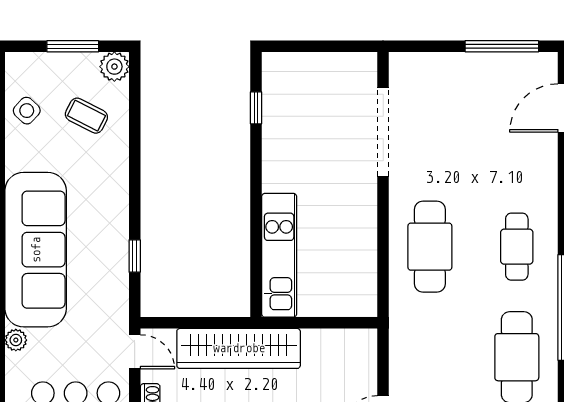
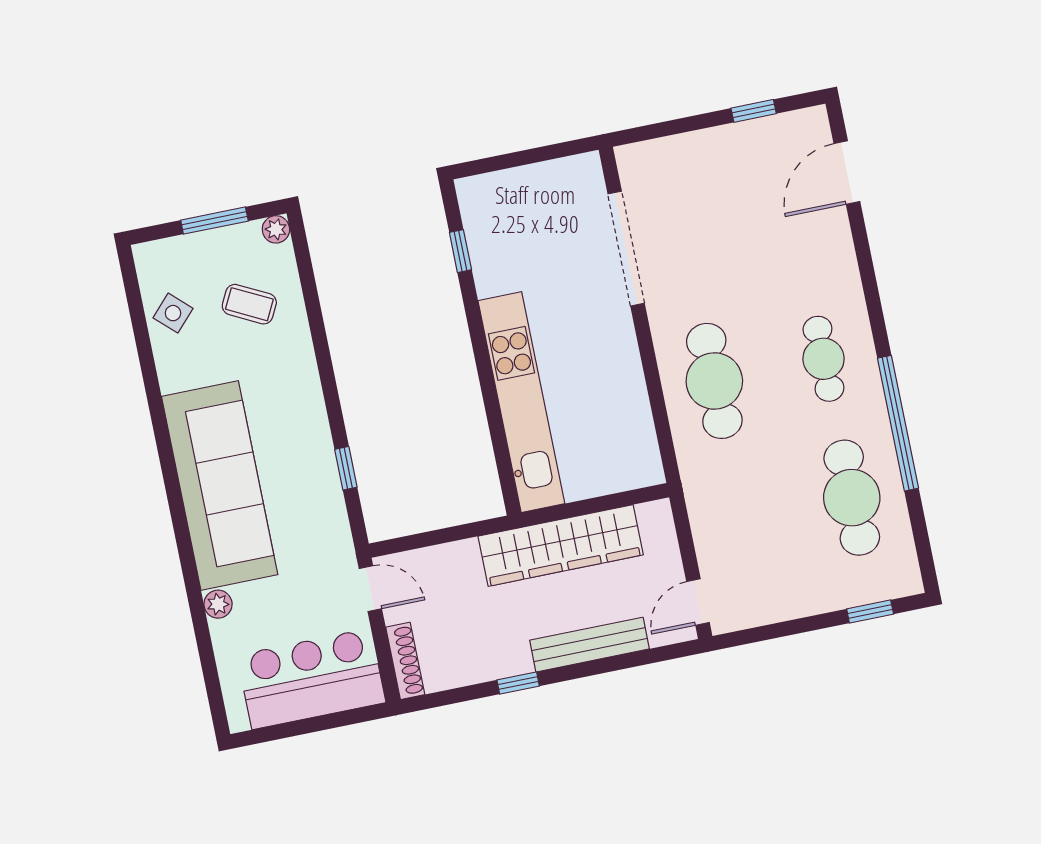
window: (502, 46) -> (754, 111), width x0.46
plant: (114, 67) -> (276, 229), width x0.73, depth x0.73
kitchen unit: (279, 255) -> (521, 402), width x1.36
wardrobe: (239, 348) -> (561, 545), moved

